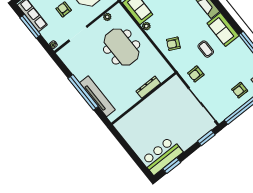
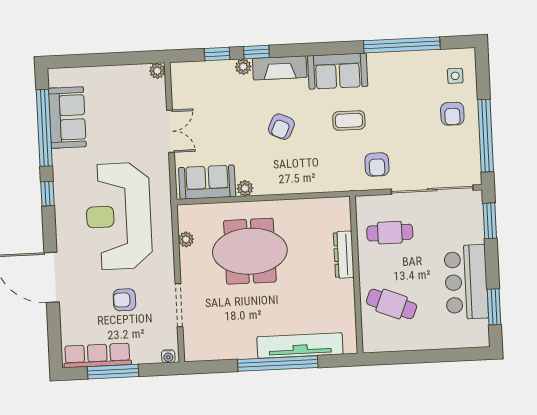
armchair: (173, 44) -> (281, 127), moved
cafe table: (171, 100) -> (390, 233), added
cafe table: (142, 122) -> (392, 304), added
bar counter: (162, 156) -> (466, 282), moved

